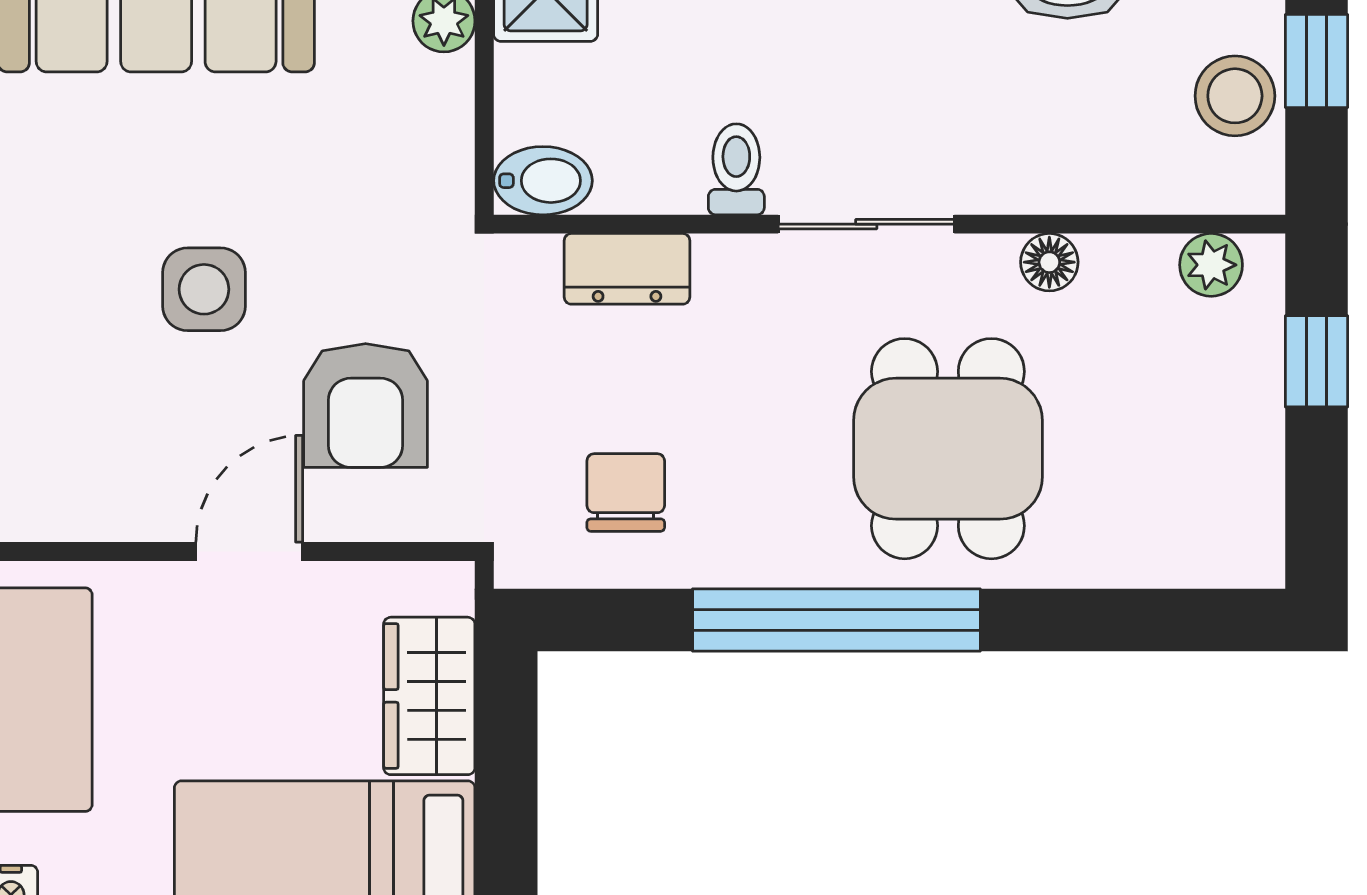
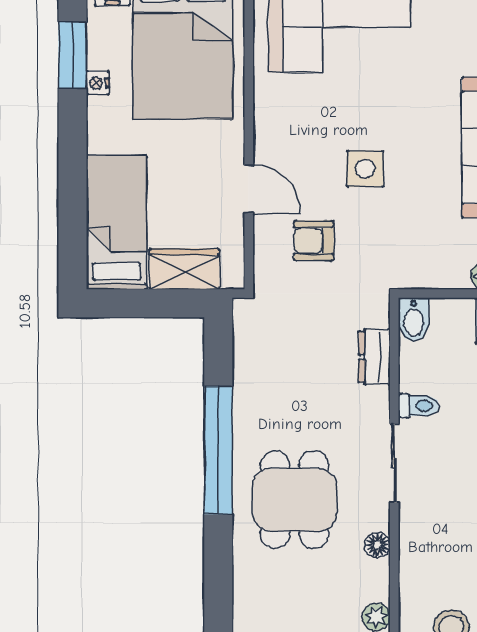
armchair: (366, 405) -> (314, 241), width x0.72, depth x0.72
dining table: (948, 449) -> (294, 500), turned 90
chair: (626, 492) -> (275, 356), removed

